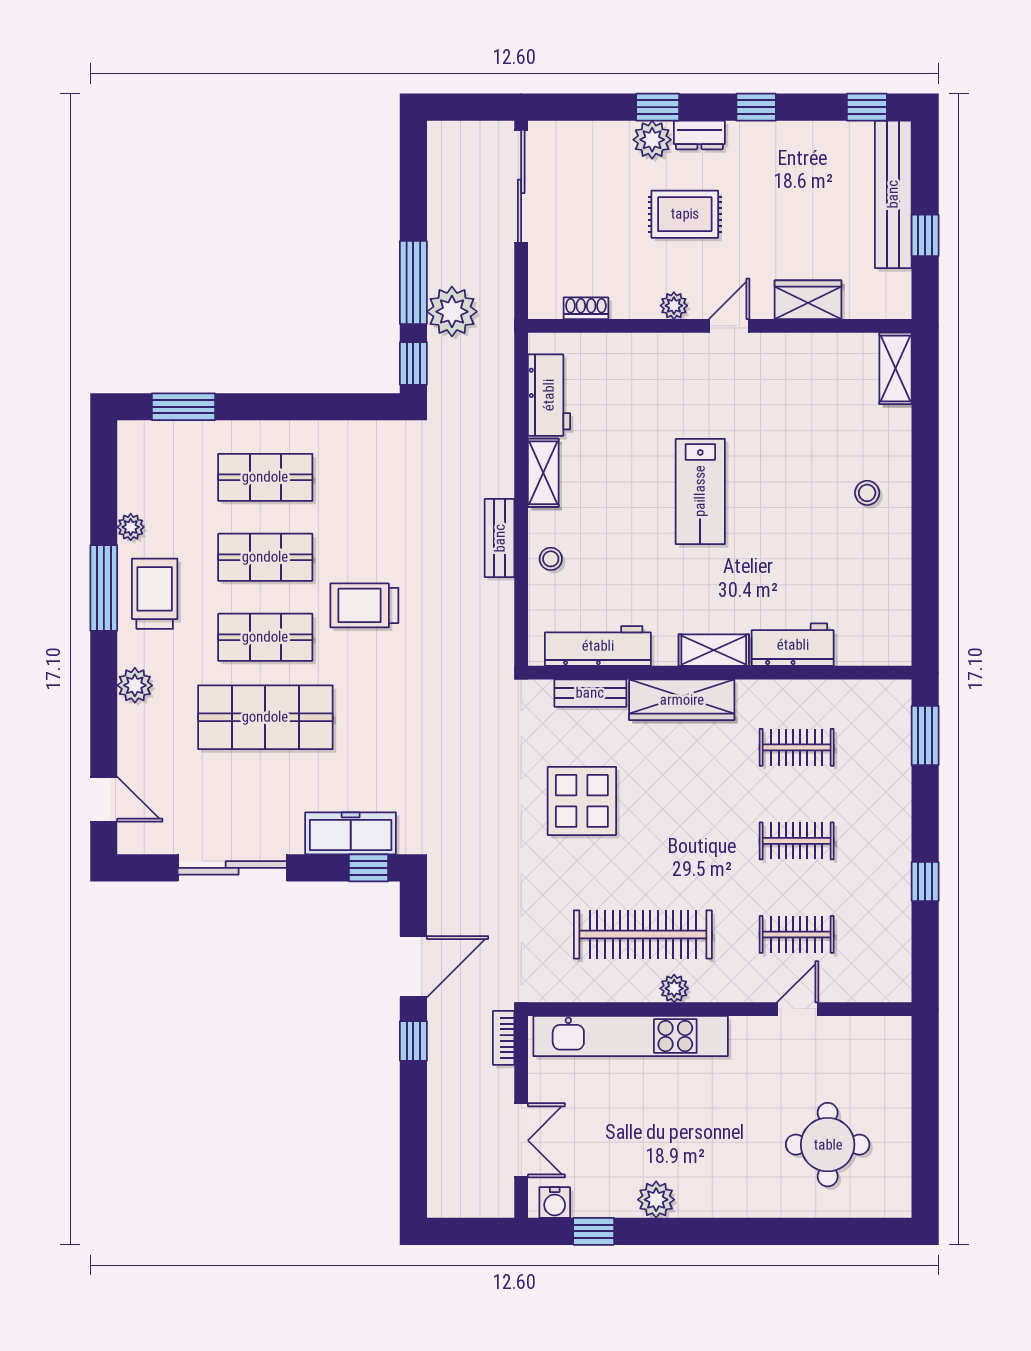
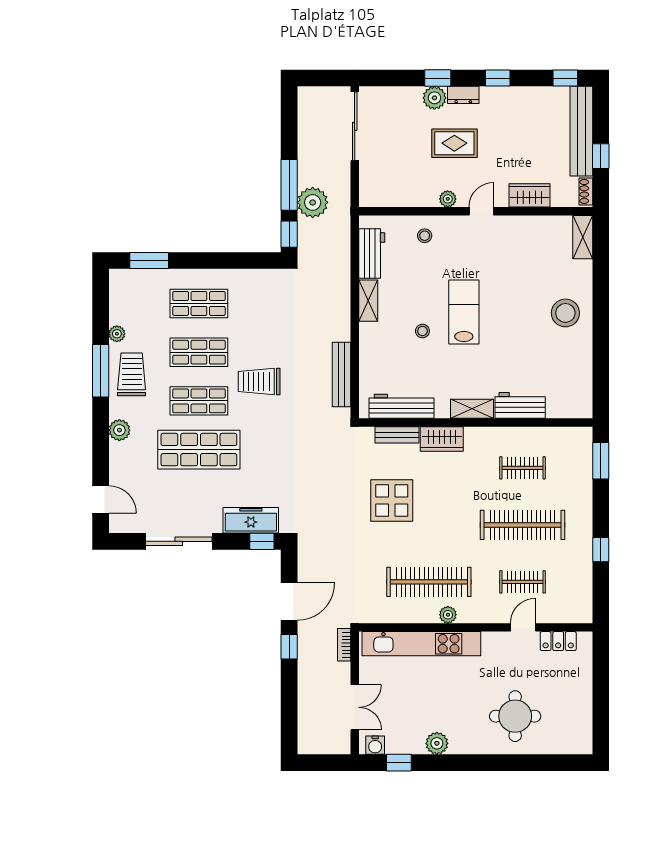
shoe rack: (586, 308) -> (586, 191), moved, turned -90
stool: (636, 366) -> (425, 236), added
lab bench: (700, 491) -> (464, 312), turned 180
stool: (867, 493) -> (565, 313), width x1.89, depth x1.89
bench: (500, 538) -> (342, 375), moved, width x1.36
stool: (551, 559) -> (422, 331), moved
wardrobe: (682, 700) -> (442, 439), width x0.67
clothes rail: (797, 841) -> (522, 525), width x1.86, depth x1.31
locker: (855, 1032) -> (558, 641), added
round table: (828, 1145) -> (515, 716), moved

